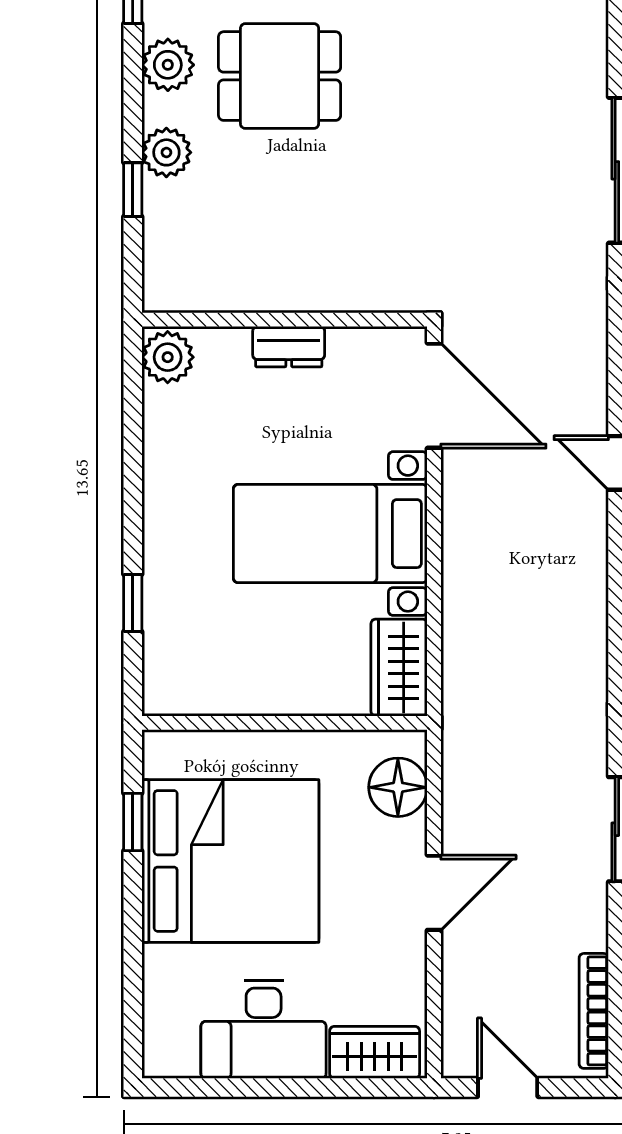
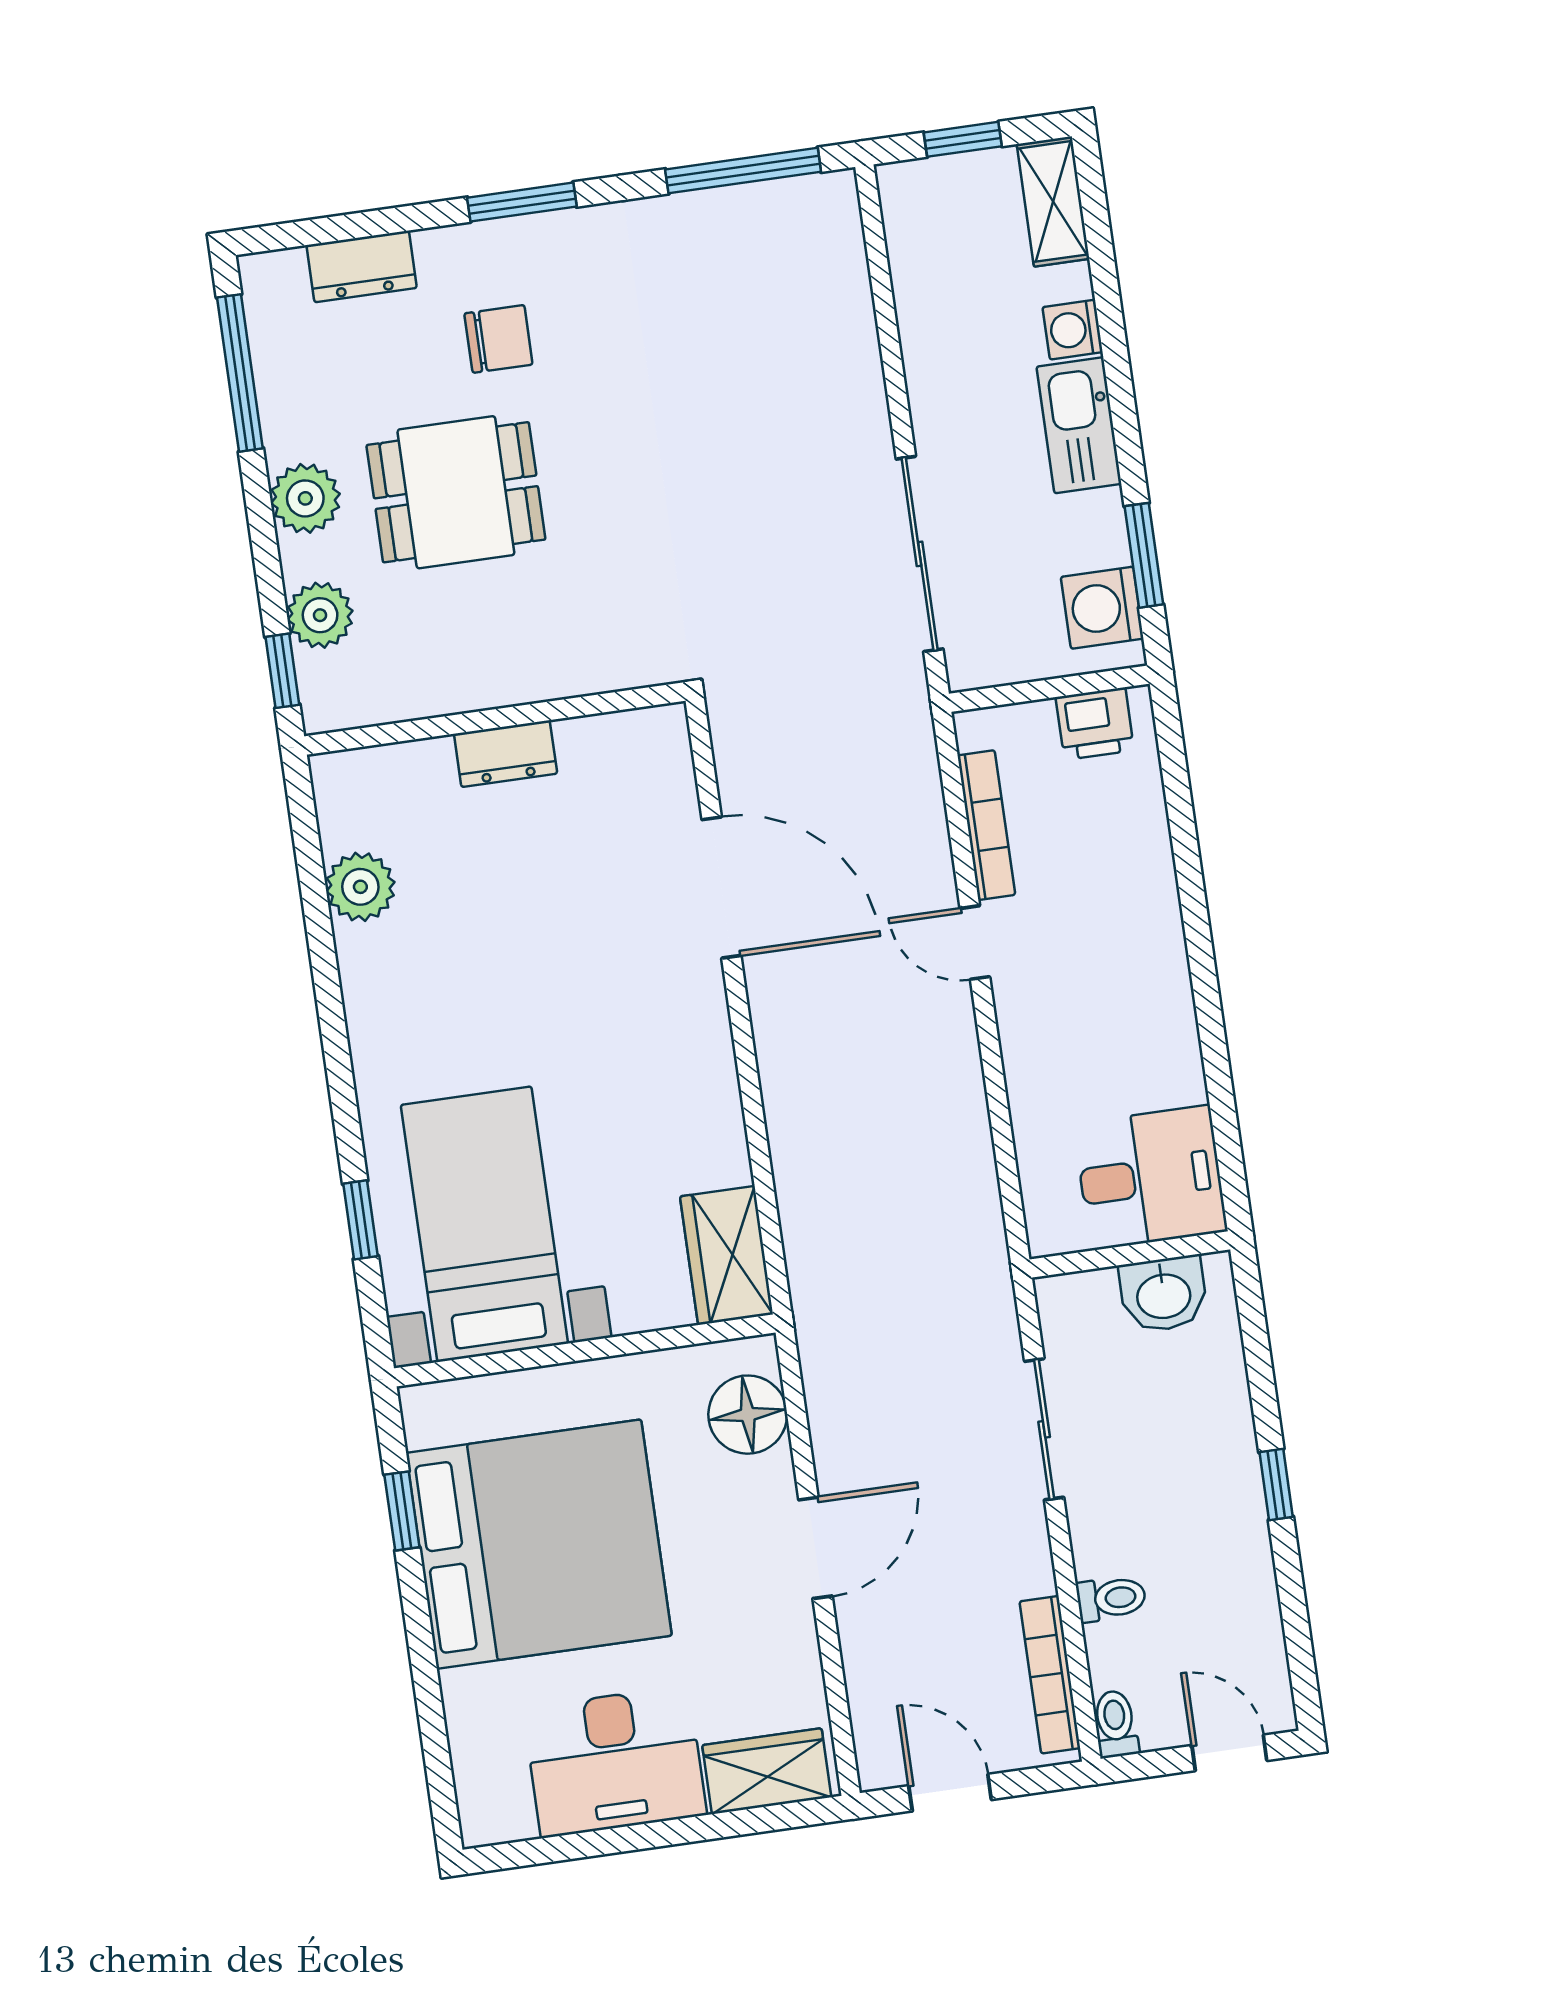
wall: (285, 320) -> (495, 719), moved
dresser: (289, 347) -> (506, 754), moved
bed with nightstands: (330, 534) -> (484, 1224), moved, turned 90

